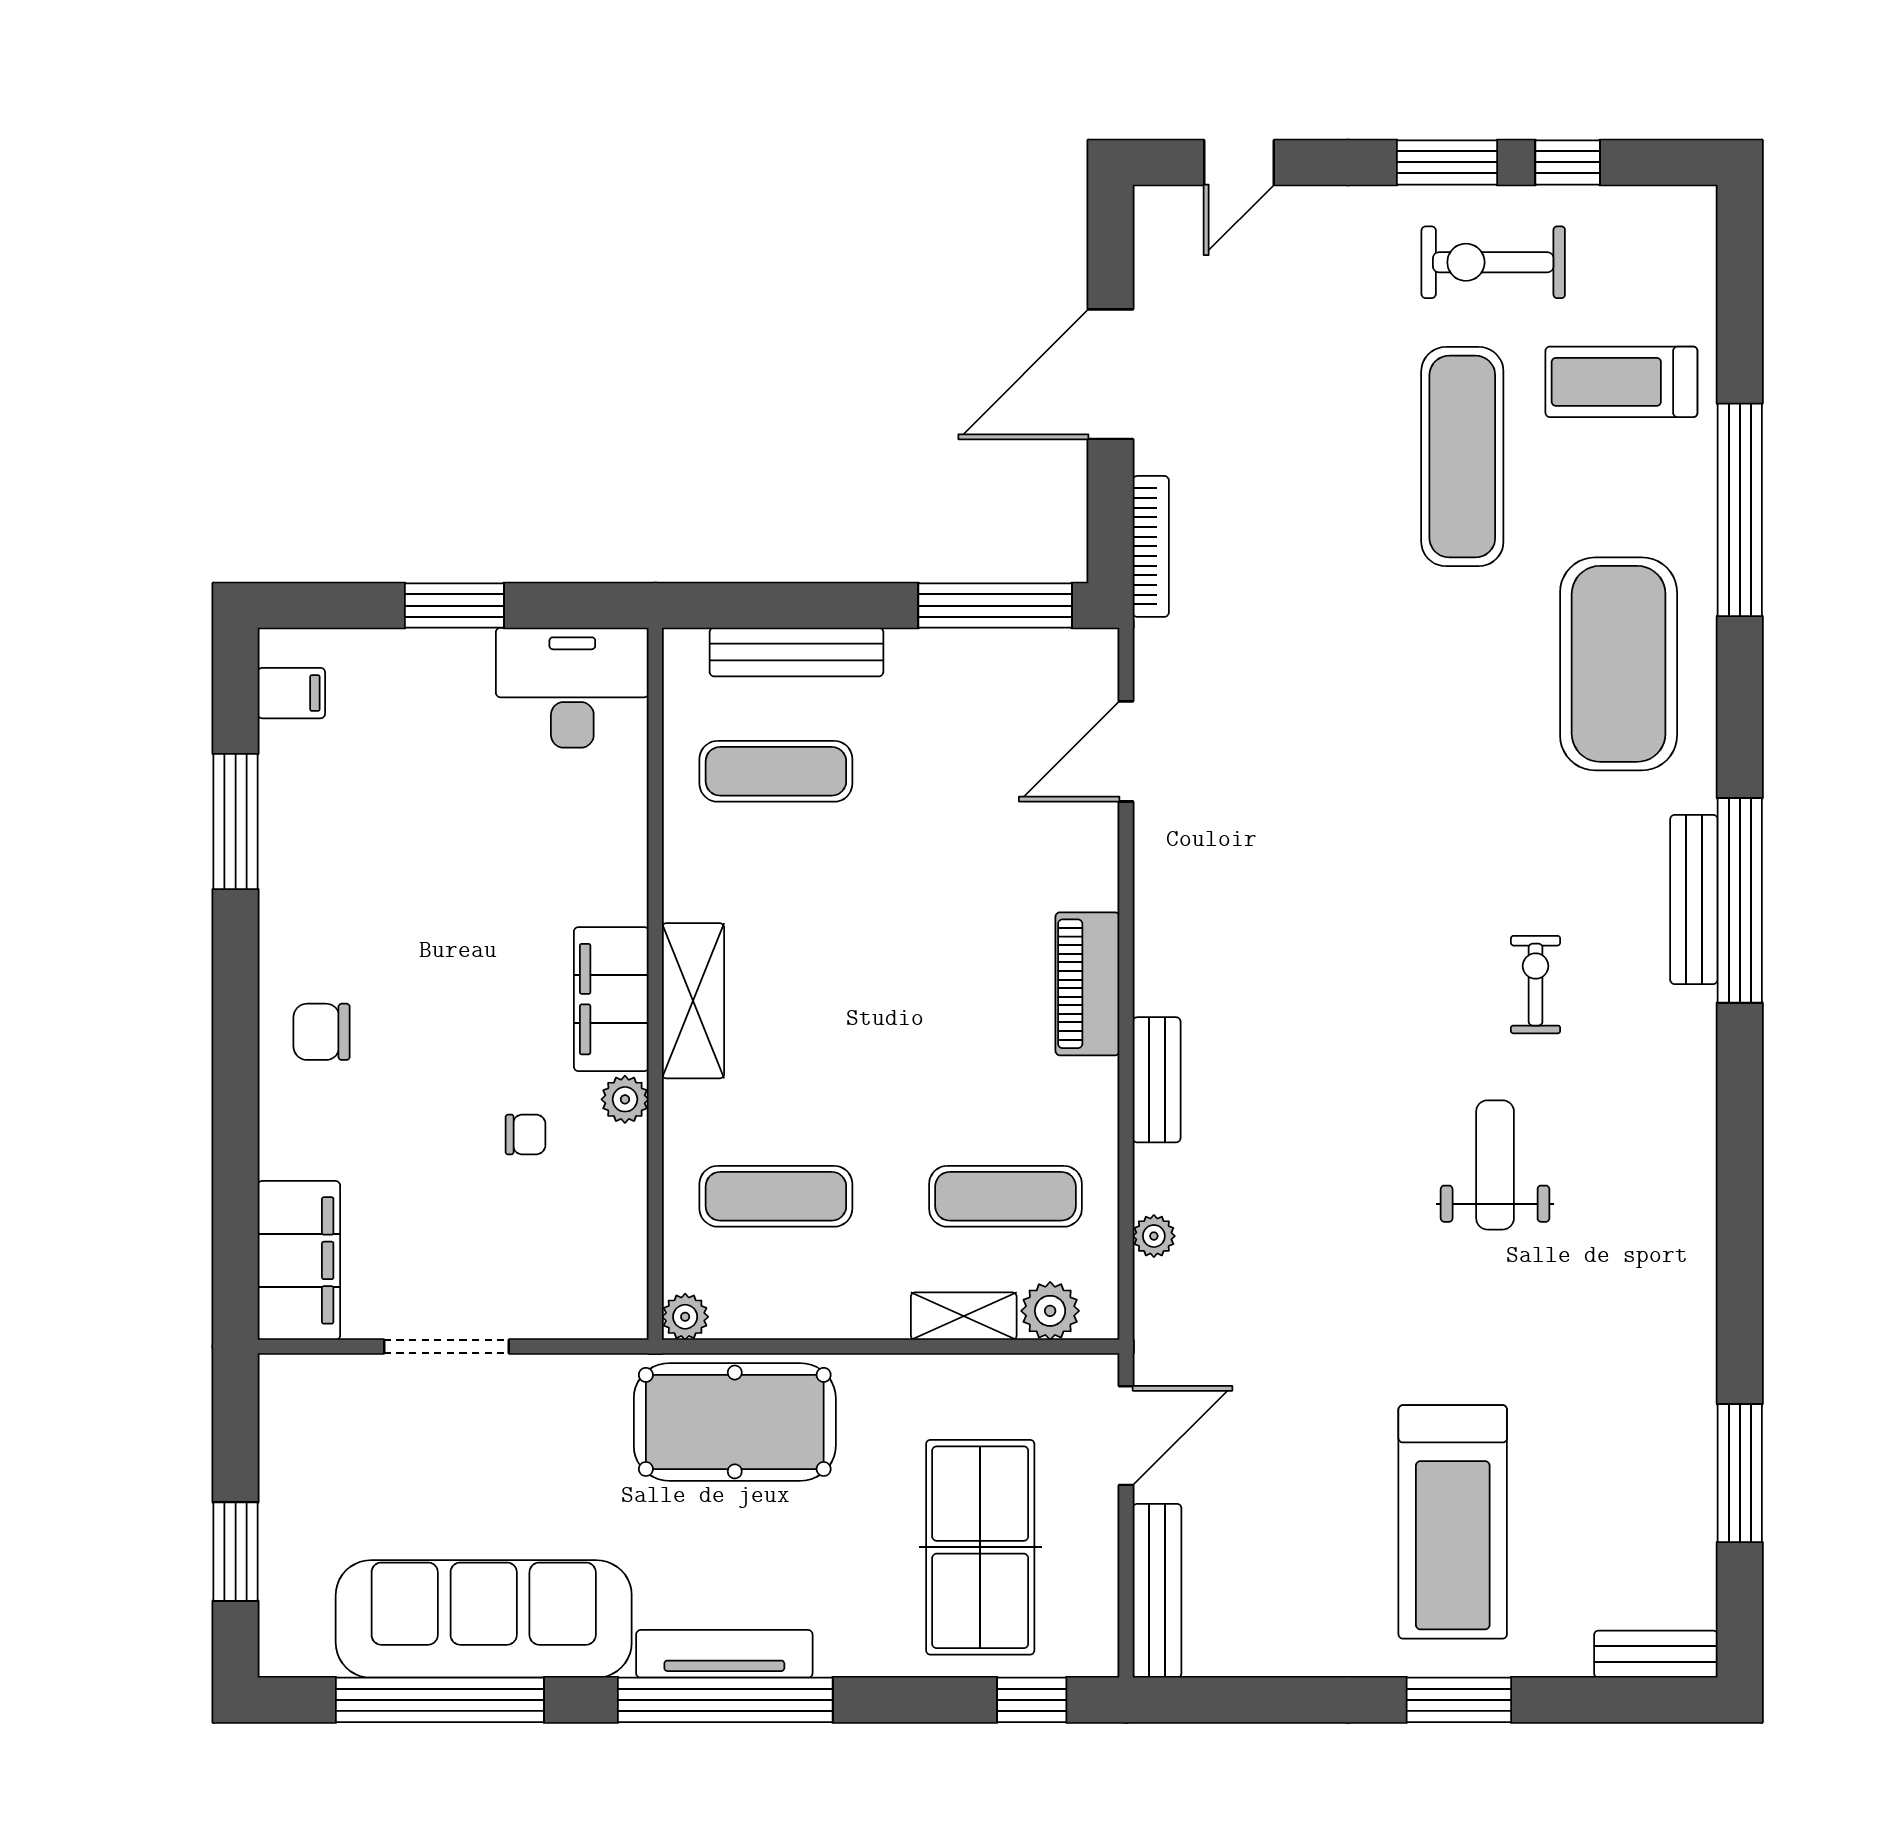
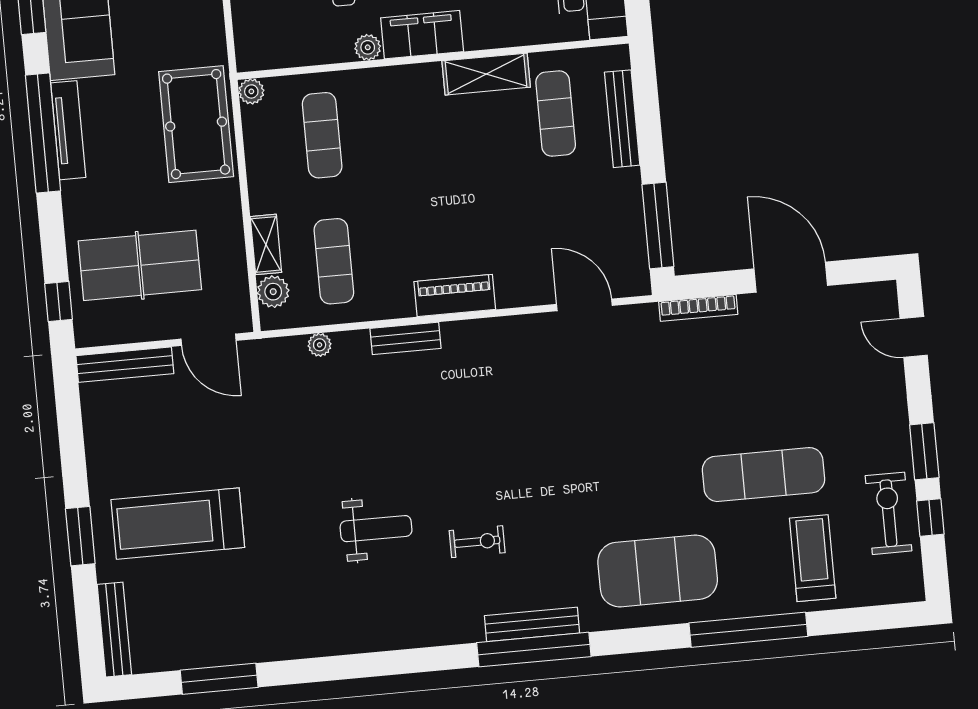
exercise bike: (1493, 262) -> (889, 513), moved
shelving: (693, 1001) -> (486, 74), moved
bench: (1656, 1654) -> (114, 630), width x1.36

